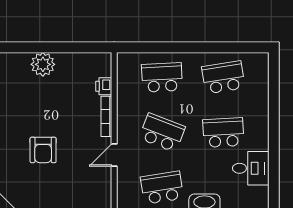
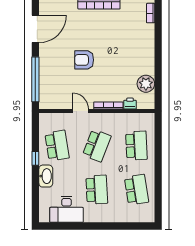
plant: (43, 64) -> (146, 84), moved
desk: (251, 168) -> (66, 209), width x1.37

